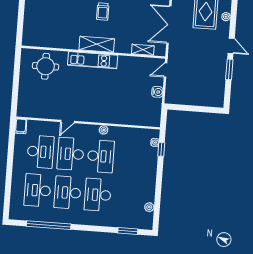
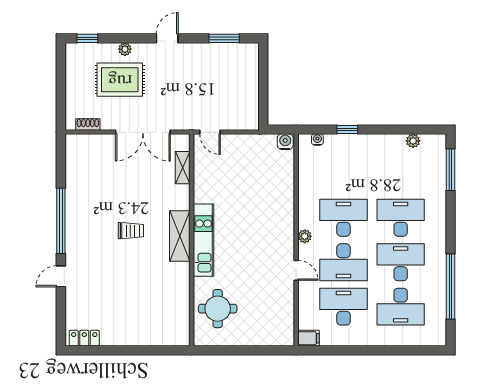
window: (229, 69) -> (224, 38), moved
water cooler: (157, 92) -> (285, 142), moved
plant: (104, 130) -> (305, 236), moved
window: (161, 149) -> (347, 130), moved
desk: (68, 193) -> (401, 262), turned 180
desk: (98, 195) -> (401, 218), turned 180
window: (128, 231) -> (450, 170), width x1.44

